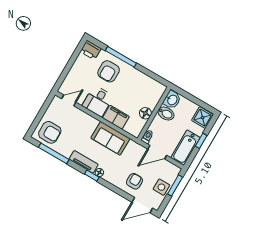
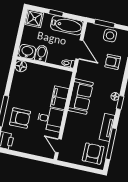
floor lamp: (145, 113) -> (21, 66), moved
tv unit: (84, 162) -> (107, 127), moved

